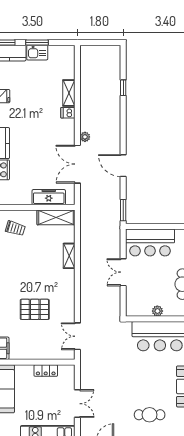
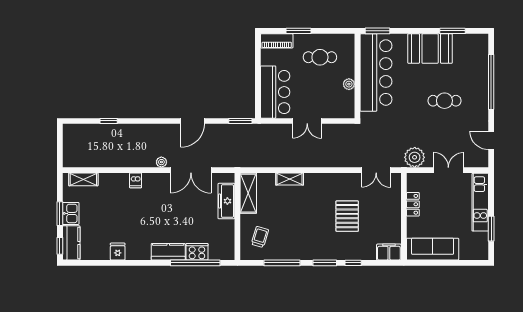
shelving: (69, 93) -> (83, 179), moved
plant: (89, 372) -> (415, 157), added
cafe table: (150, 415) -> (444, 101), moved, turned 90

